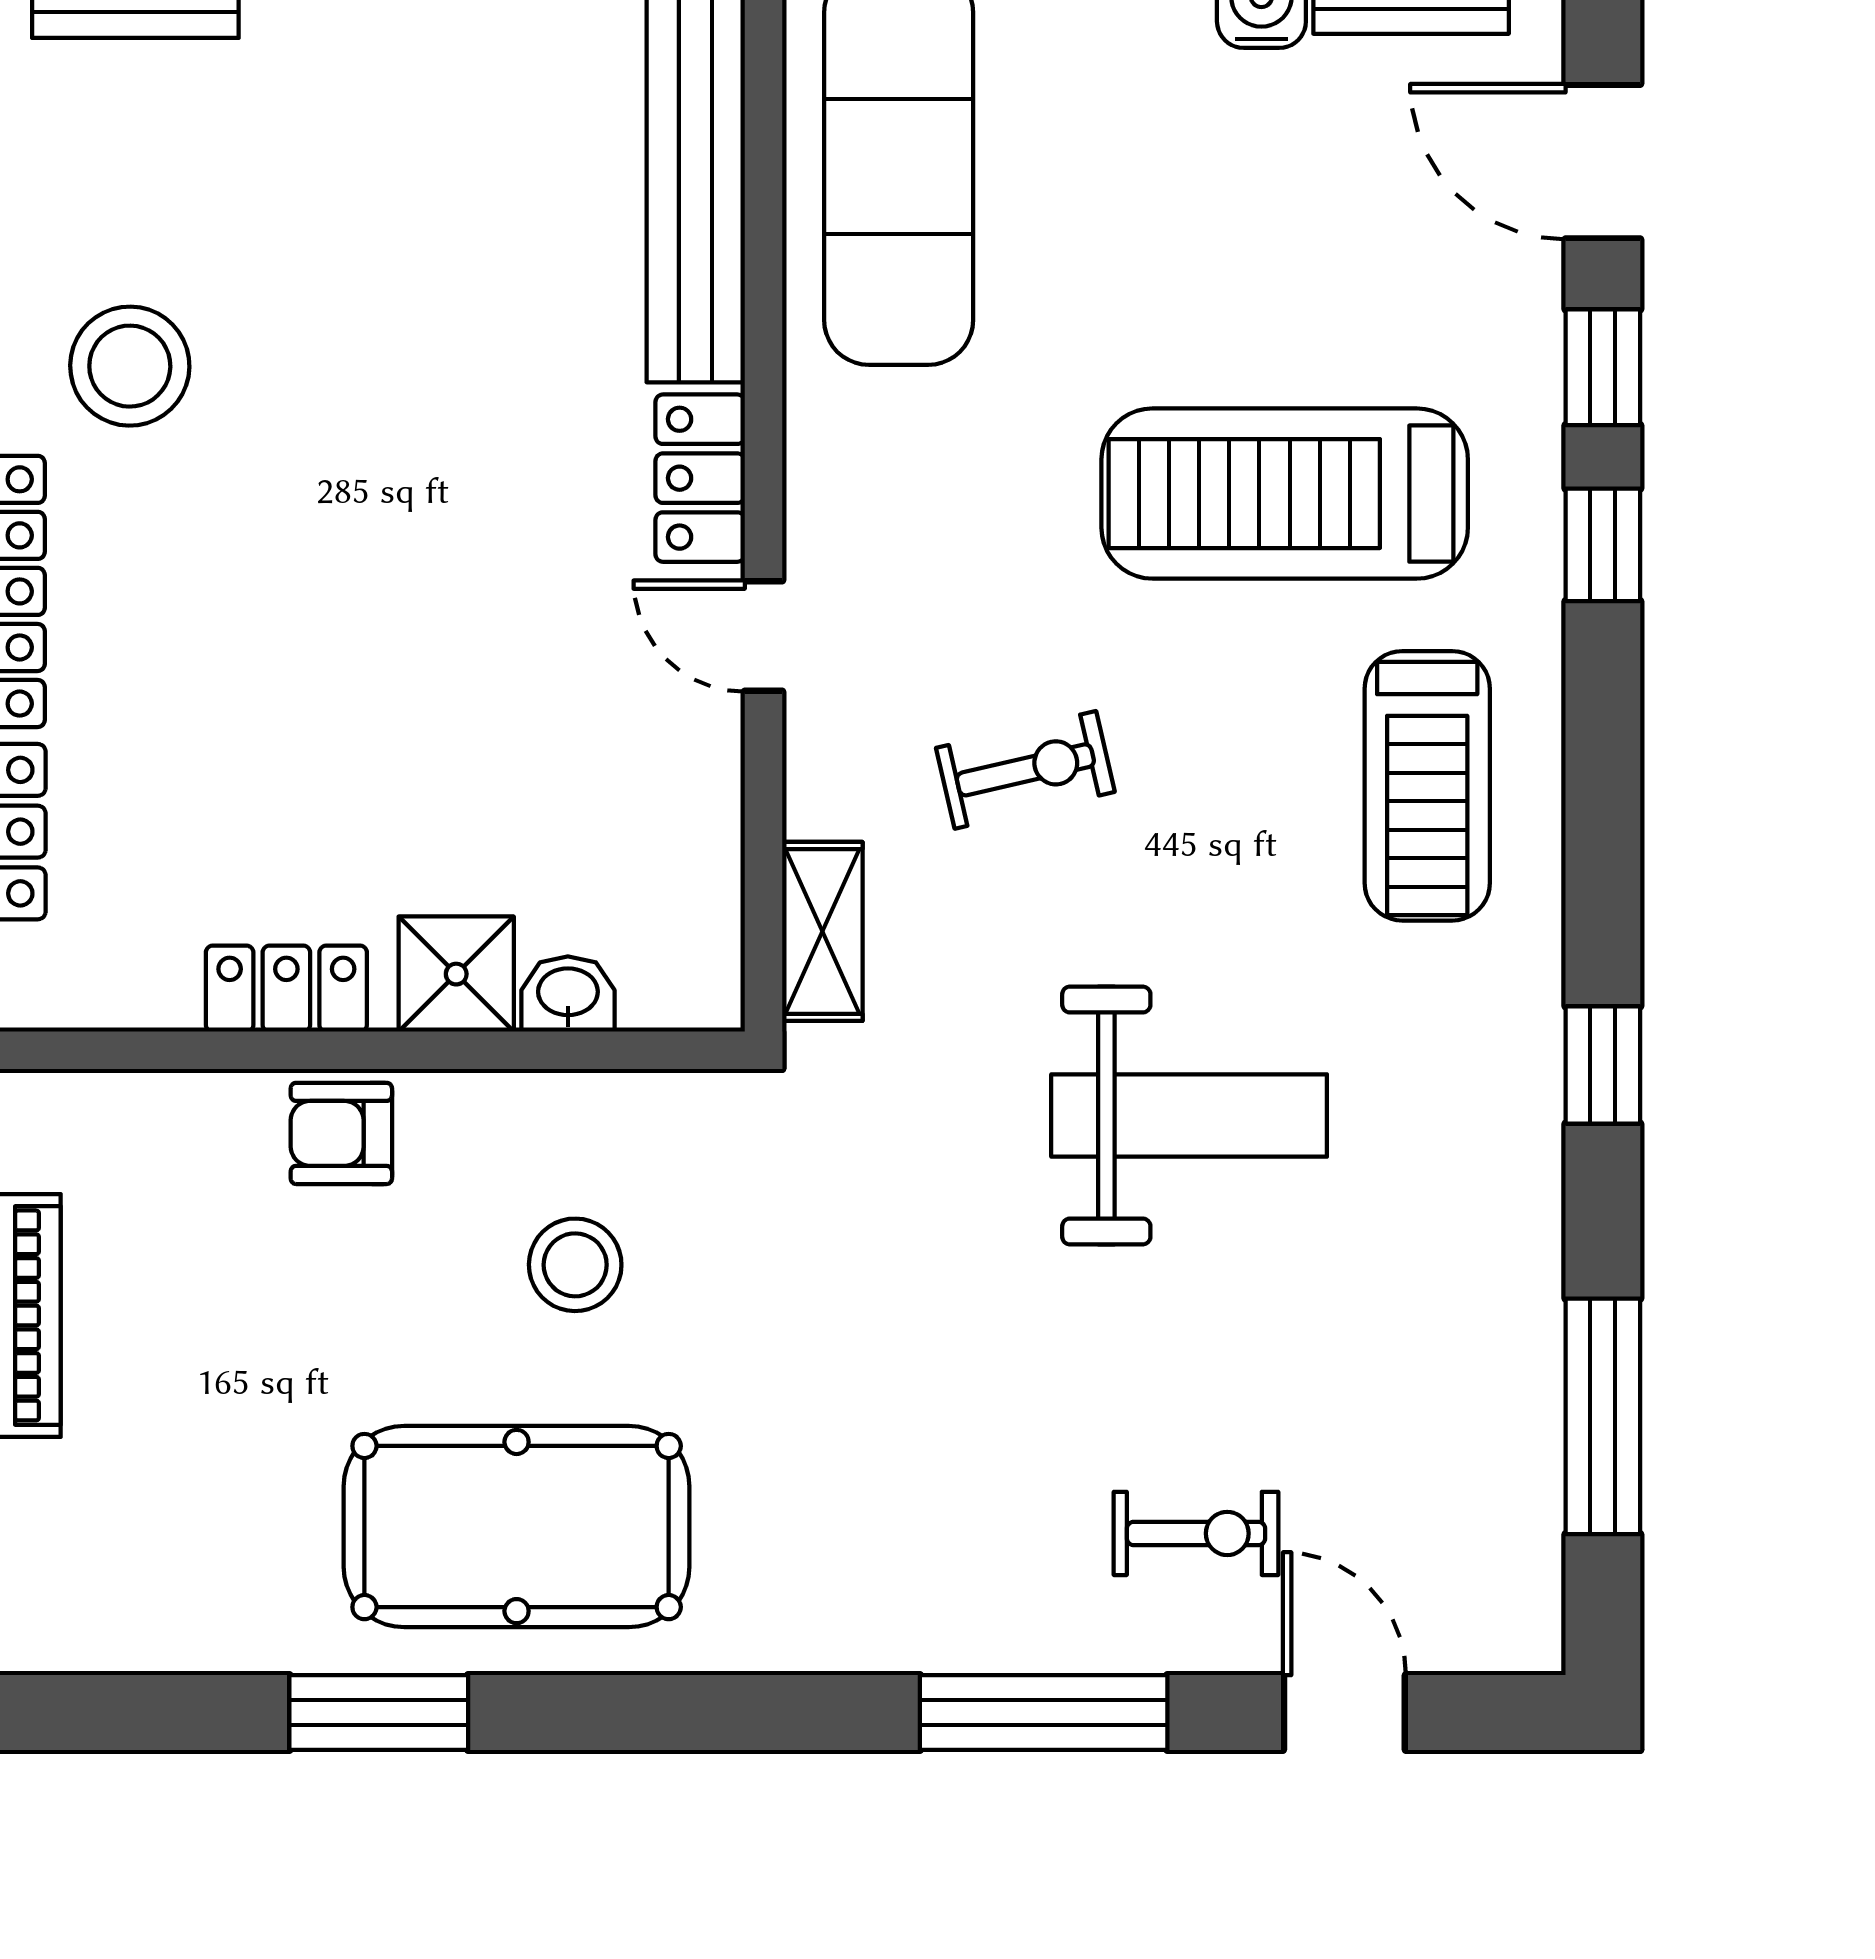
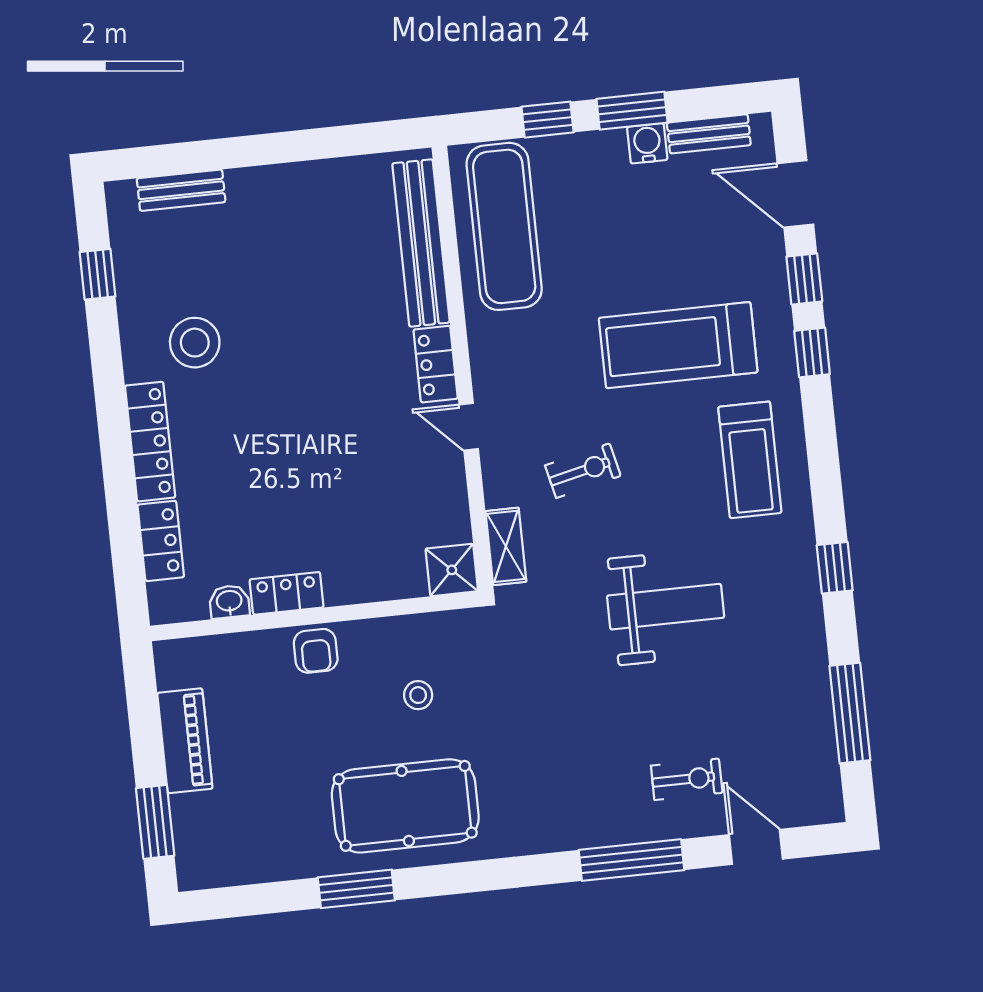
shower: (456, 974) -> (452, 570), moved
washbasin: (568, 994) -> (229, 602), moved
armchair: (341, 1133) -> (316, 651), turned -90
stool: (575, 1265) -> (418, 695), width x0.73, depth x0.73

